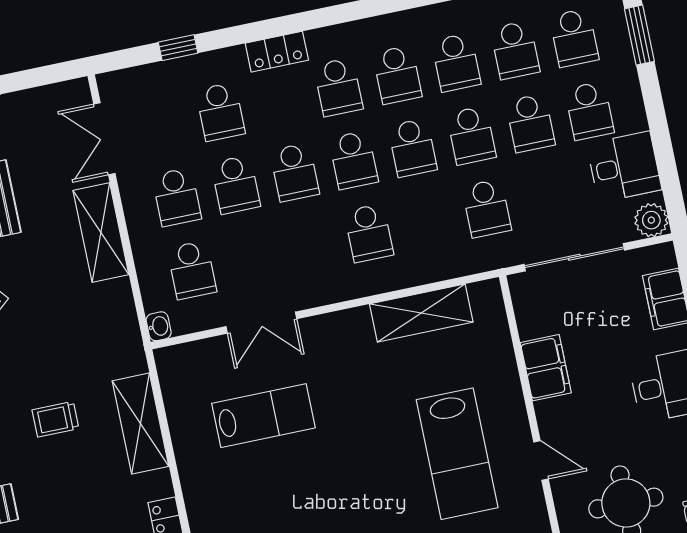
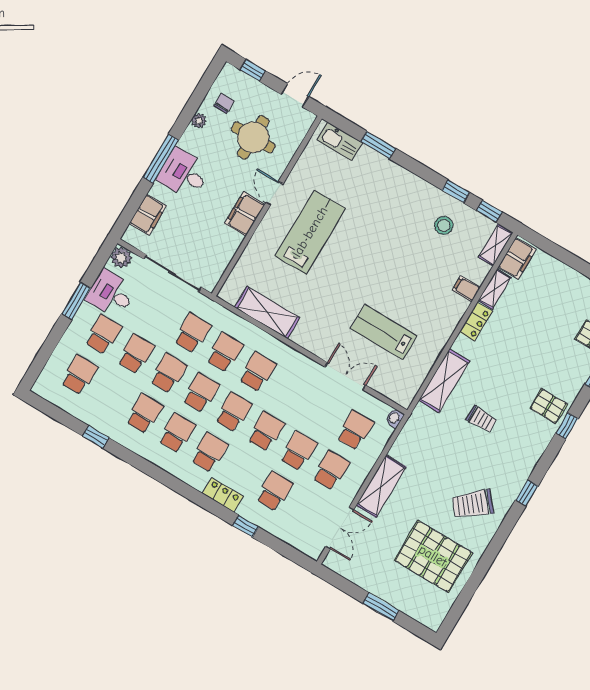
window: (639, 35) -> (76, 301), moved
window: (178, 48) -> (245, 526), moved
school desk: (515, 50) -> (225, 352), moved
filing cabinet: (546, 368) -> (245, 214), moved

